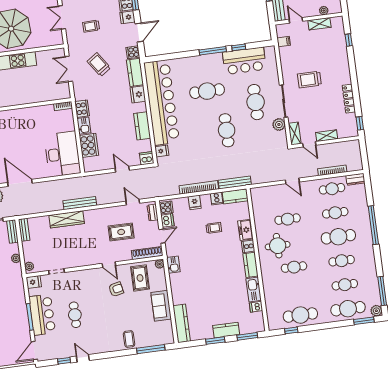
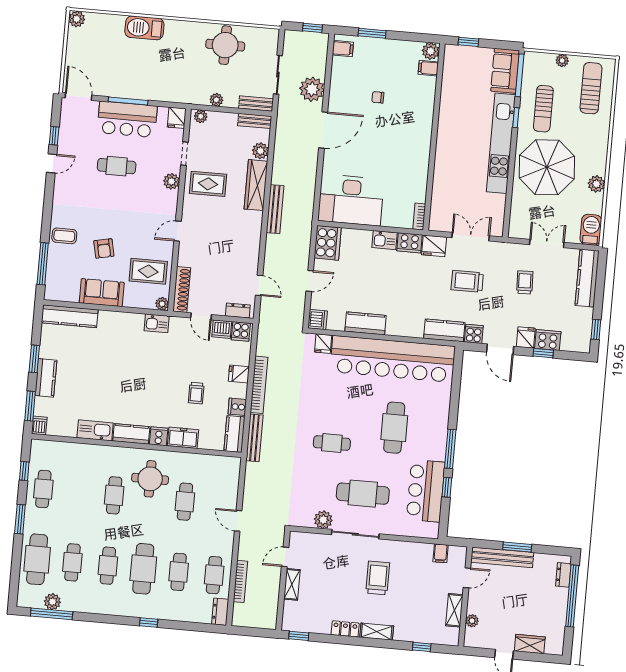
trolley: (99, 65) -> (467, 281), turned -145
fridge: (138, 94) -> (434, 246), moved, turned 180
locker: (349, 99) -> (345, 629), width x0.66
cafe table: (227, 130) -> (332, 443), width x0.73, depth x0.74
shelving: (295, 133) -> (377, 632), moved
cooker: (89, 145) -> (328, 243), moved, turned -90
door: (292, 181) -> (238, 521), hinge flipped
door: (133, 202) -> (259, 285), hinge flipped
plant: (43, 221) -> (260, 151), added
window: (373, 225) -> (149, 623), width x0.32
rug: (121, 232) -> (208, 184), moved, turned 90
plant: (77, 276) -> (171, 181), added
armchair: (116, 289) -> (104, 248), moved
dishwasher: (256, 307) -> (39, 425), moved
plant: (376, 311) -> (52, 602), moved
cafe table: (300, 315) -> (43, 489), width x0.73, depth x0.74
window: (364, 321) -> (20, 519), moved

